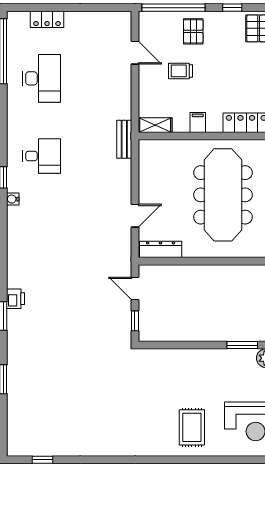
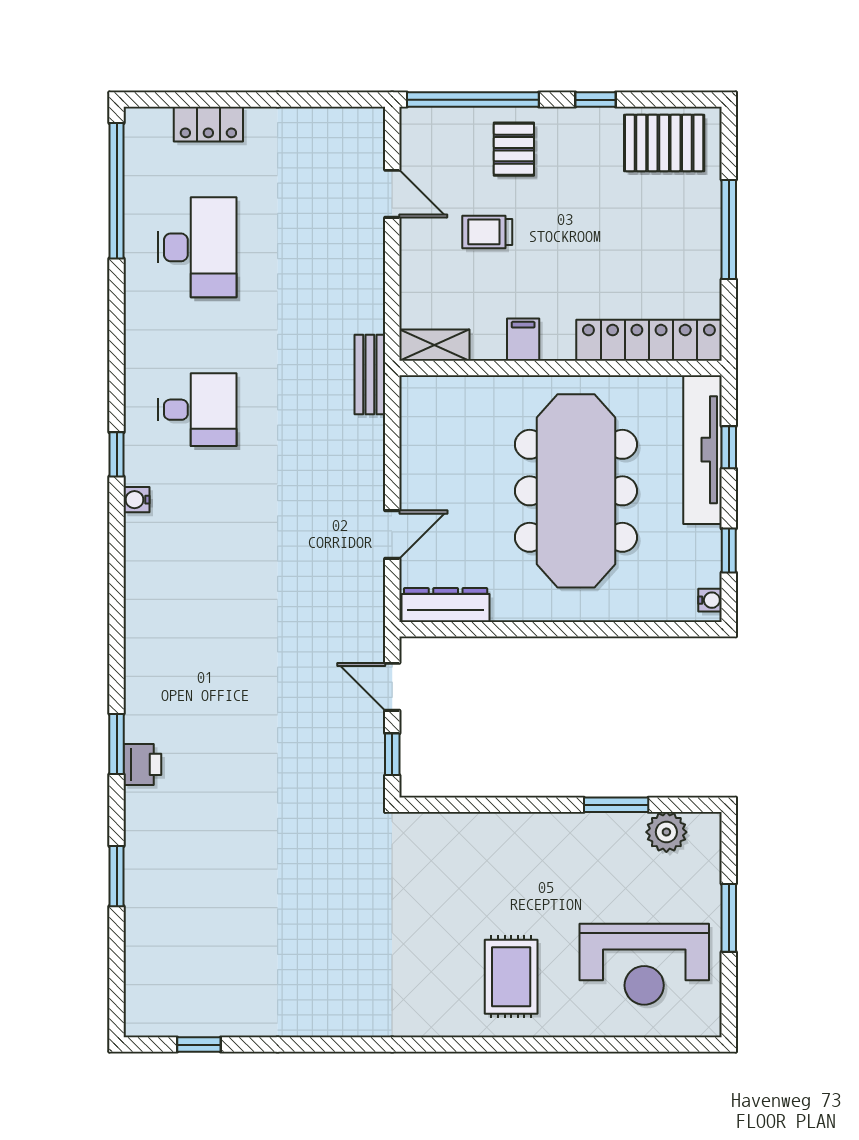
printer: (15, 299) -> (142, 764), moved

